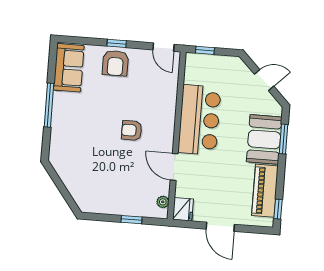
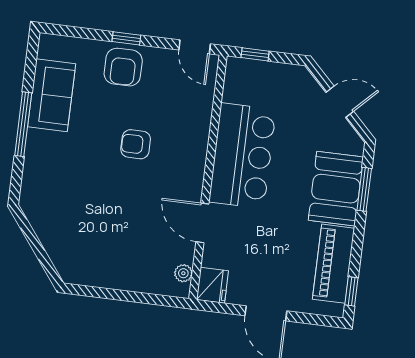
sofa: (69, 68) -> (52, 95), moved
armchair: (132, 130) -> (136, 144), moved
window: (132, 220) -> (136, 297), removed

